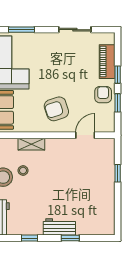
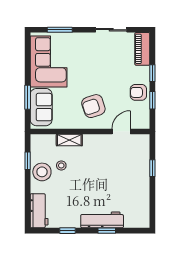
piano: (107, 62) -> (142, 49), moved
armchair: (103, 95) -> (138, 92), turned -90
workbench: (59, 227) -> (102, 220), width x1.38

